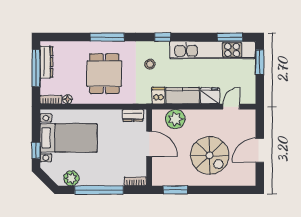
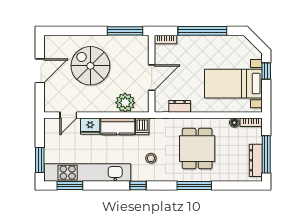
dresser: (133, 115) -> (180, 106), moved
door: (149, 144) -> (152, 78), swing flipped
plant: (71, 178) -> (230, 43), removed
window: (175, 190) -> (125, 31), width x1.44

